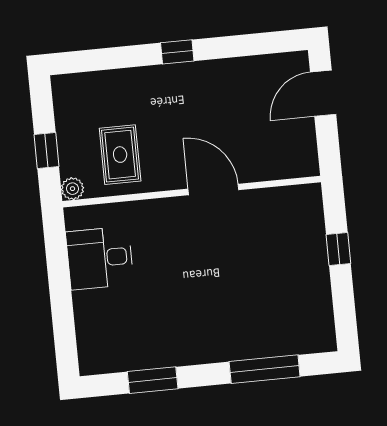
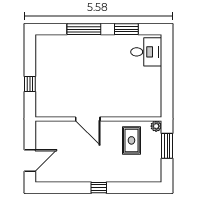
window: (46, 151) -> (167, 146), width x1.50
desk: (100, 258) -> (146, 52), moved
window: (265, 369) -> (84, 29), moved

